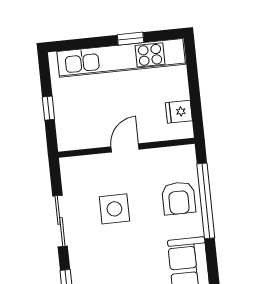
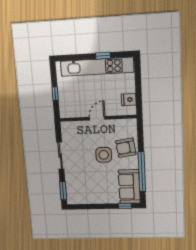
armchair: (179, 198) -> (126, 148), turned 82
window: (206, 201) -> (142, 172), moved
side table: (114, 209) -> (104, 155), moved

